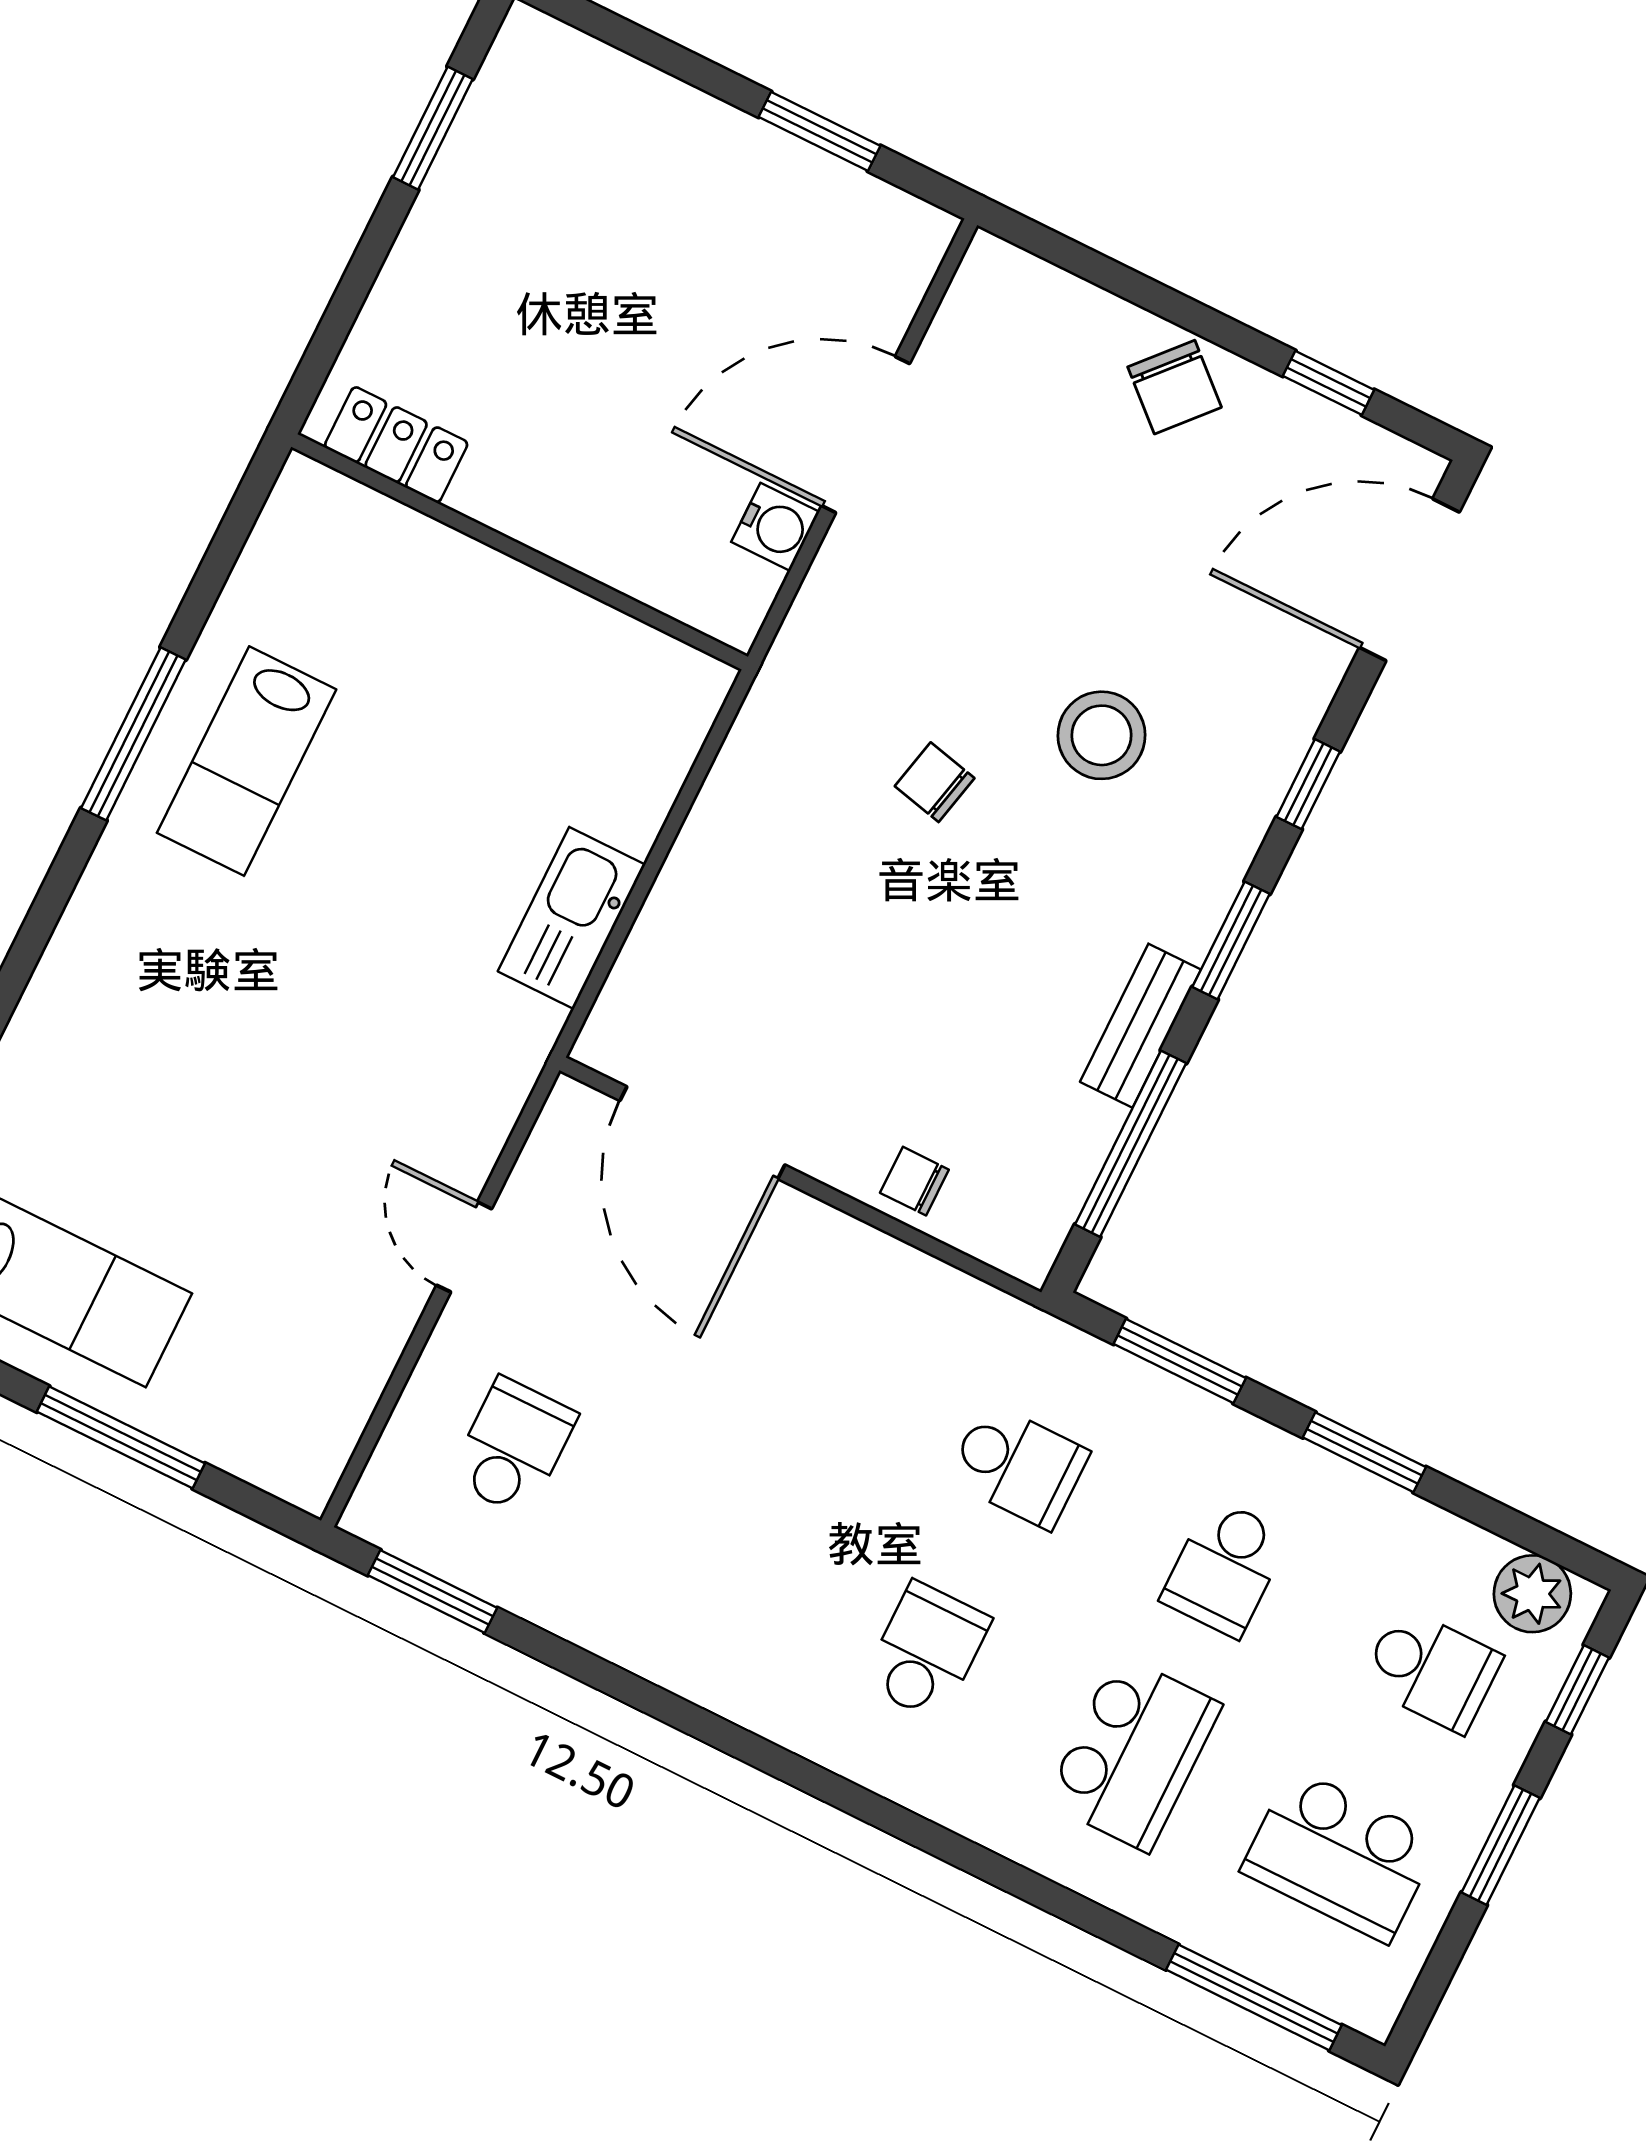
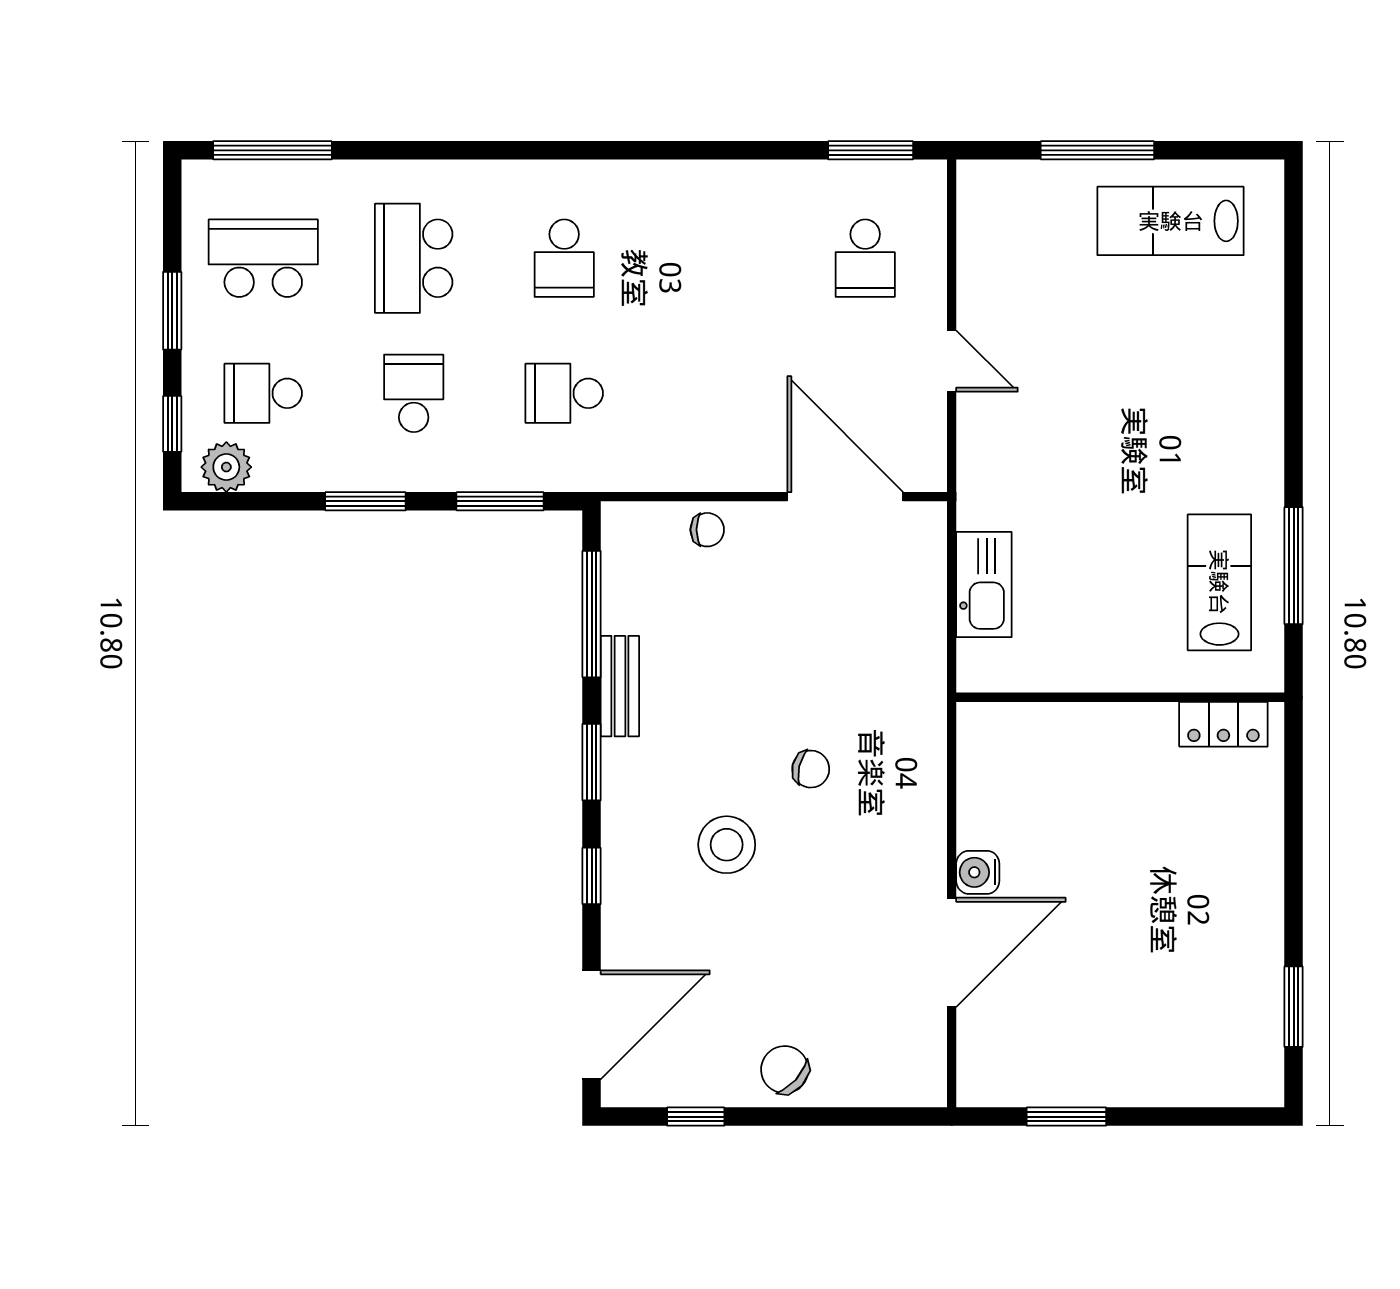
locker: (396, 445) -> (1223, 724), moved
wall: (520, 552) -> (1120, 697), moved

